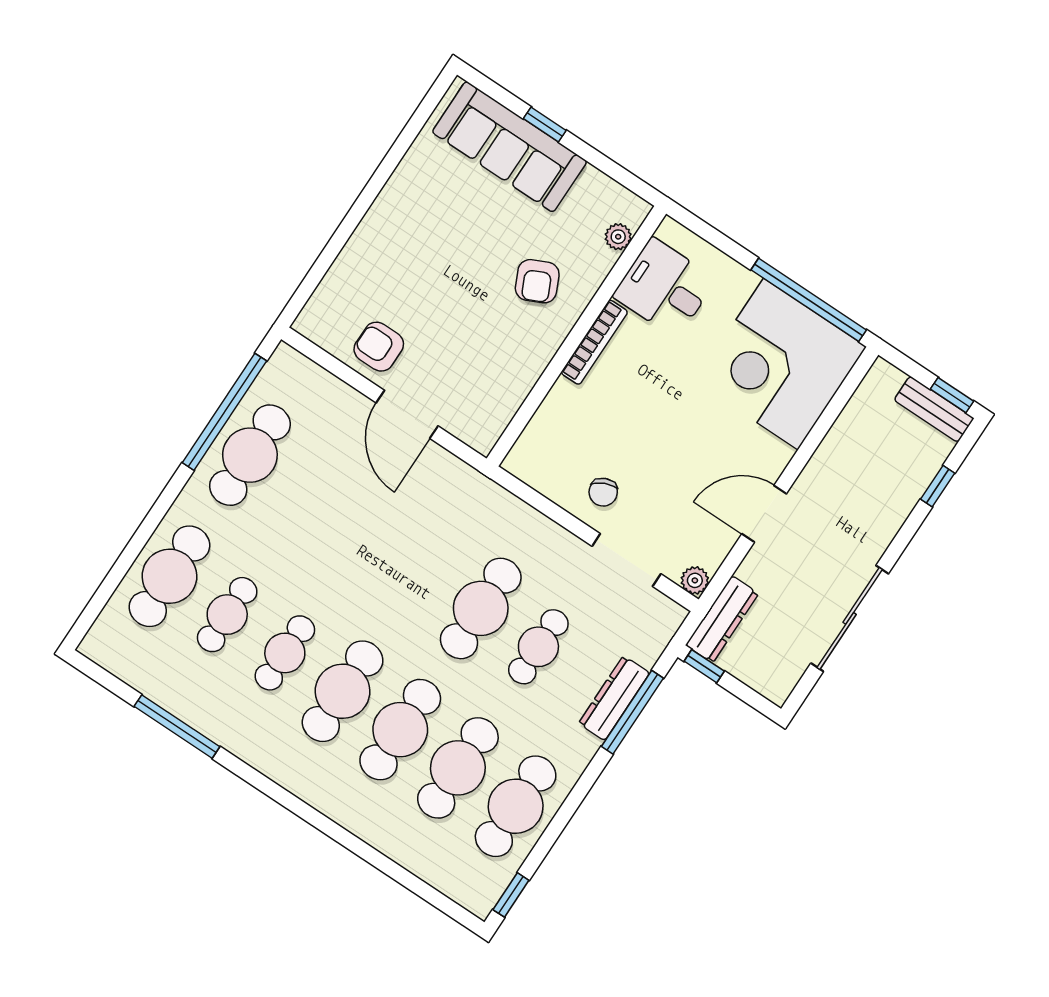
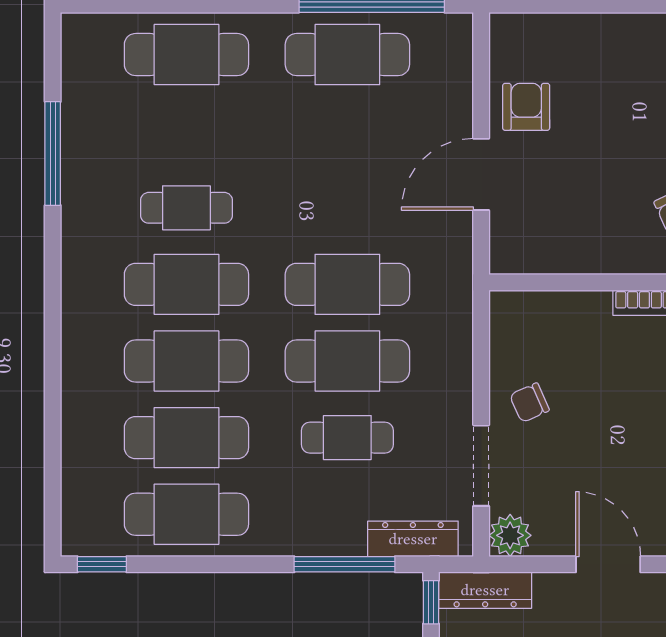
plant: (695, 580) -> (510, 535), width x1.38, depth x1.38
cafe table: (227, 615) -> (347, 284), moved, width x1.37, depth x1.35
dresser: (614, 698) -> (413, 539), moved

